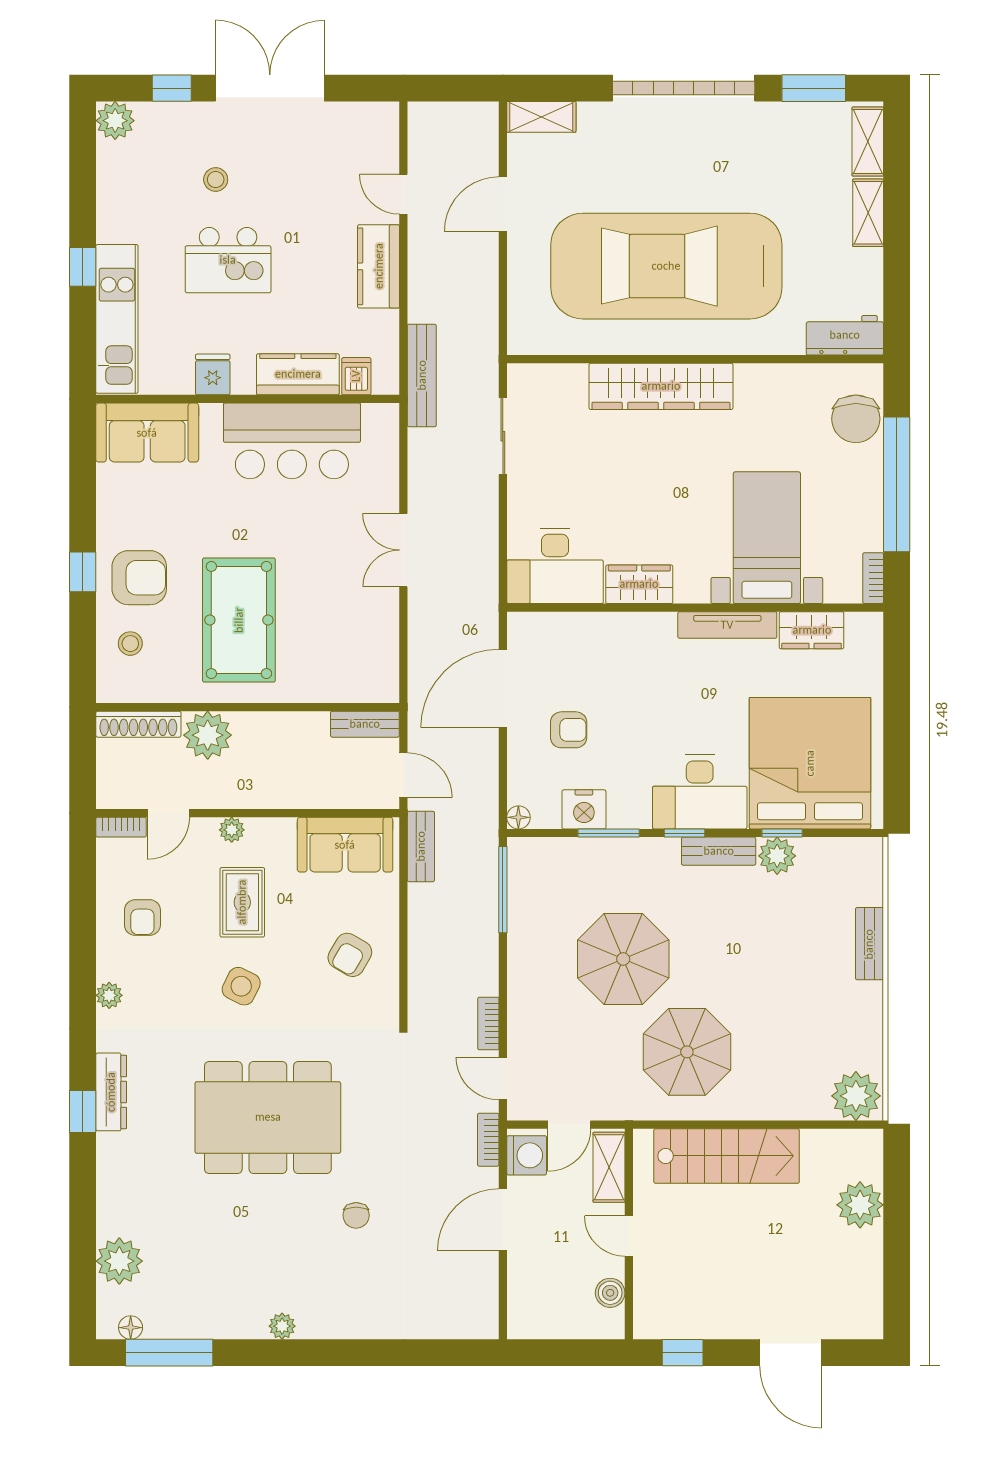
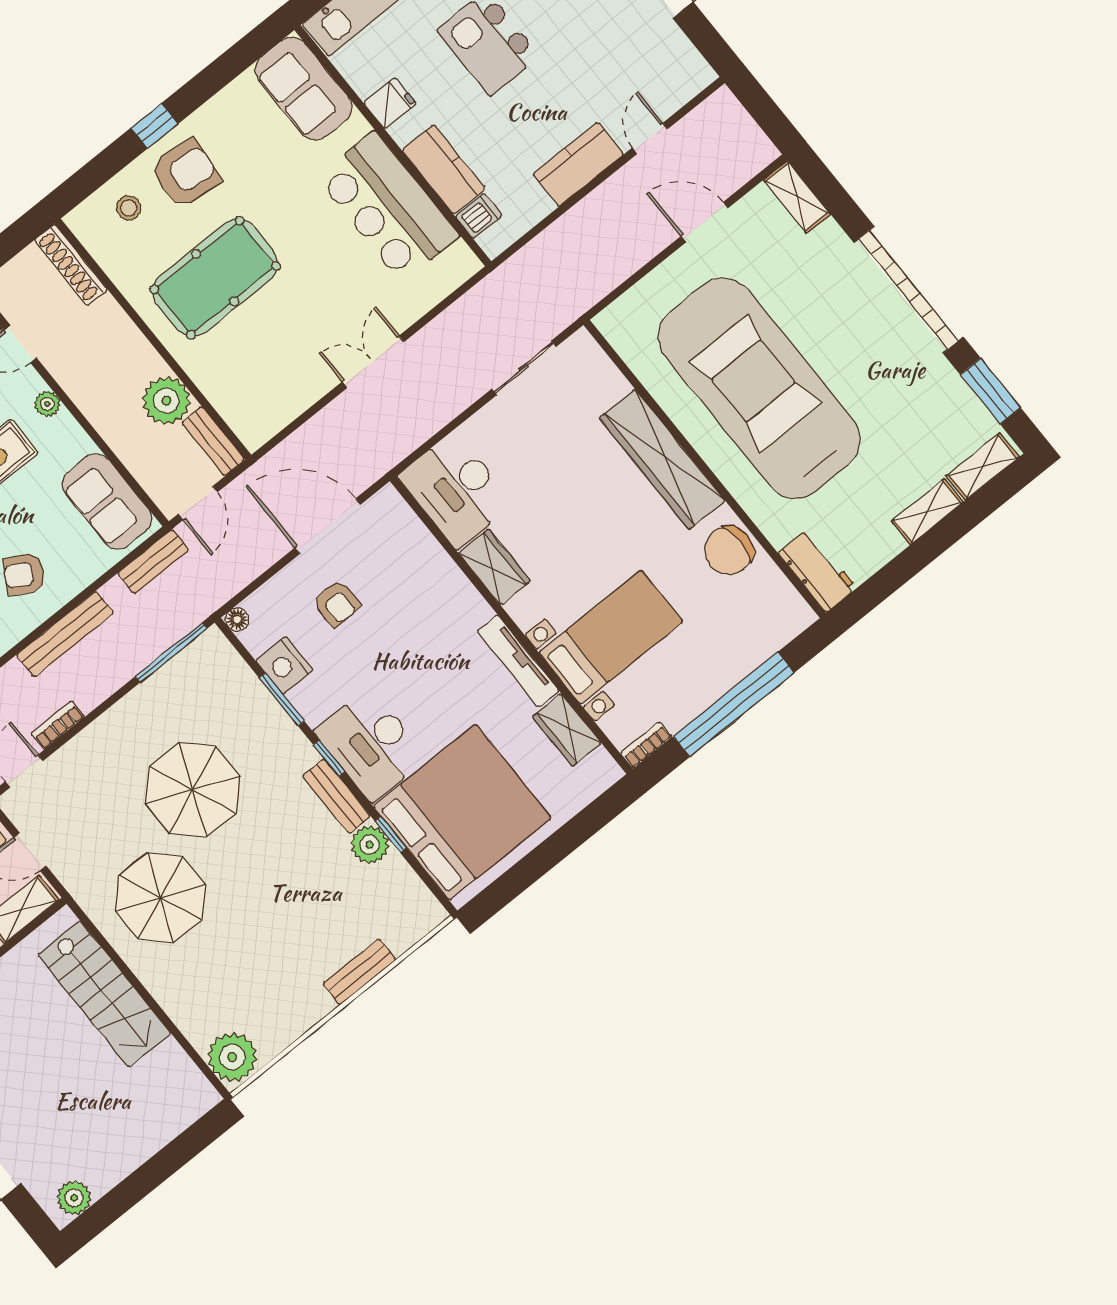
bench: (422, 375) -> (65, 634), moved
chair: (856, 419) -> (729, 551), moved
armchair: (139, 578) -> (185, 173), turned -84
plant: (208, 735) -> (166, 401), moved
plant: (860, 1205) -> (74, 1198), moved, width x0.73, depth x0.73

